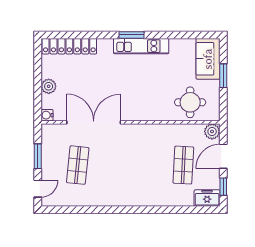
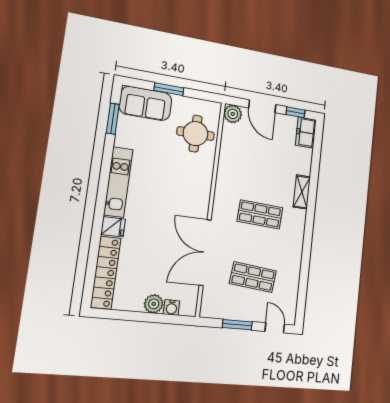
window: (131, 35) -> (113, 119), moved
fridge: (105, 47) -> (113, 227), added
water cooler: (47, 115) -> (172, 308), moved
shop shelf: (183, 165) -> (260, 214), moved
shelving: (155, 200) -> (302, 192), added

